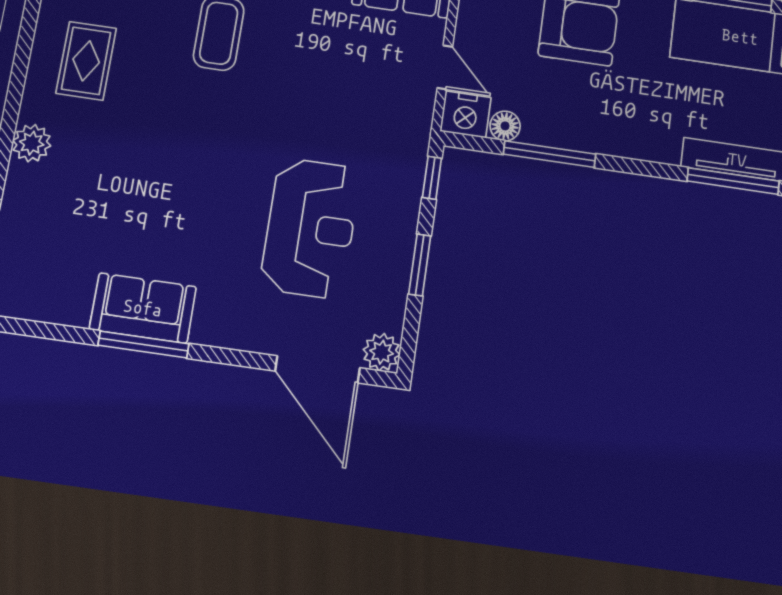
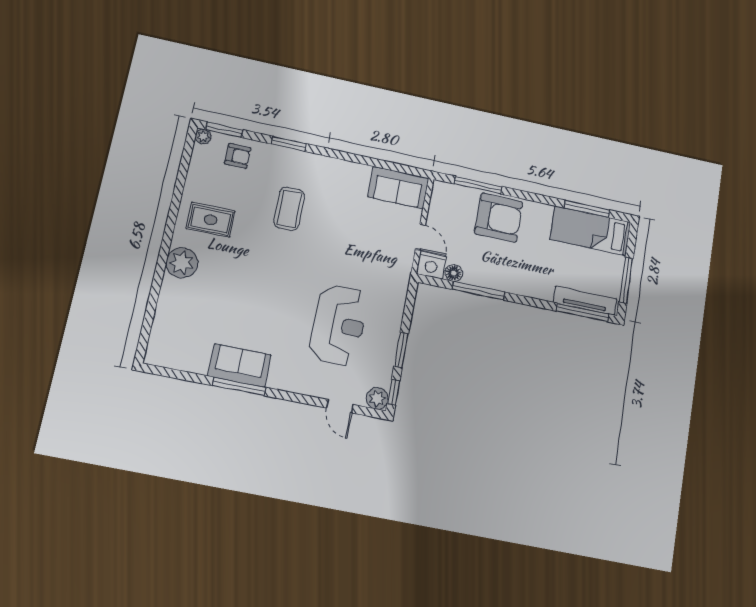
rug: (86, 61) -> (211, 220), turned 90
plant: (32, 143) -> (182, 263), width x1.36, depth x1.36
window: (432, 178) -> (393, 392), moved
door: (318, 369) -> (340, 406), width x0.53

